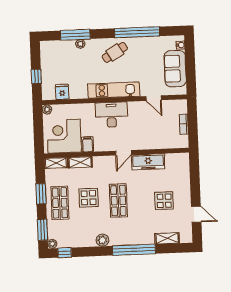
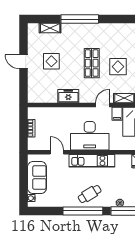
window: (137, 32) -> (83, 211), moved
desk: (111, 115) -> (90, 136), width x1.36, depth x1.30
door: (124, 153) -> (102, 105), moved
freezer: (148, 162) -> (68, 96), width x0.71
door: (196, 214) -> (23, 62), moved
plant: (102, 240) -> (107, 29), removed

